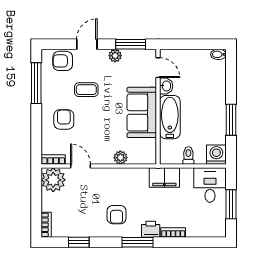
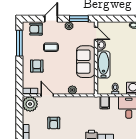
filing cabinet: (164, 178) -> (105, 103), width x0.50
armchair: (117, 215) -> (54, 123), moved

